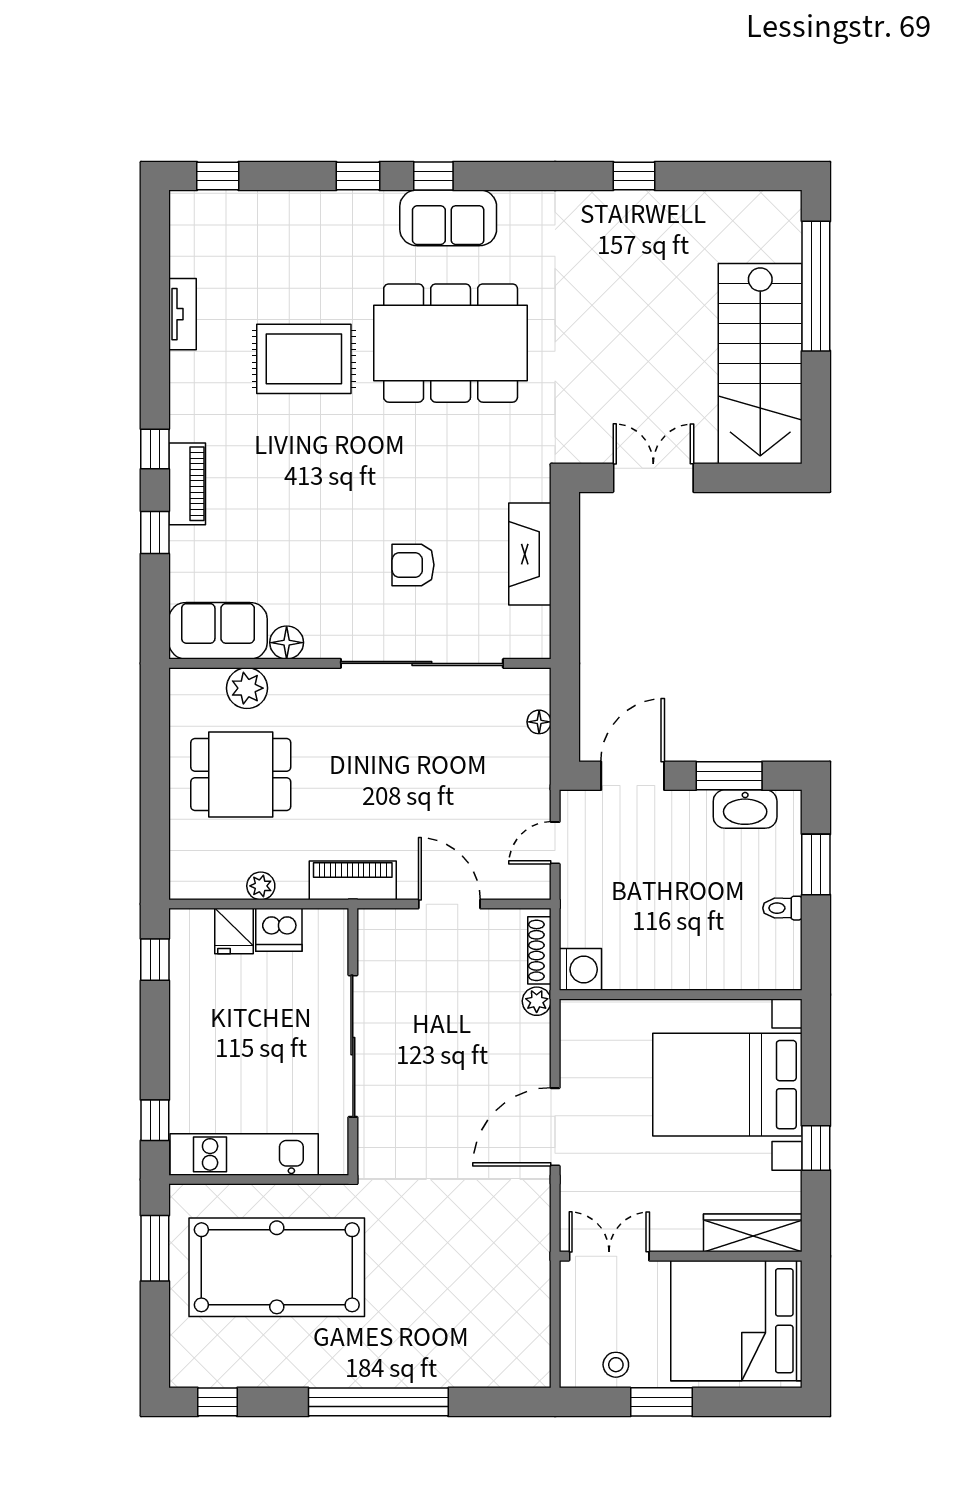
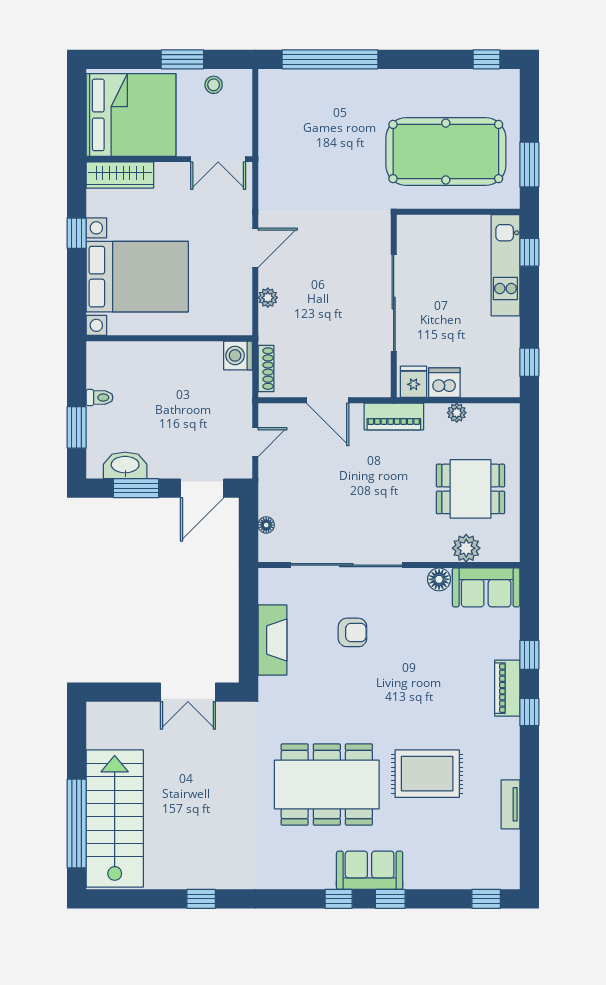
sofa: (448, 218) -> (370, 870), moved
stairs: (760, 364) -> (115, 819), moved
fridge: (234, 931) -> (414, 382), moved
plant: (537, 1001) -> (268, 298), moved
door: (555, 1127) -> (255, 248), width x0.73
kitchen unit: (244, 1154) -> (505, 265), moved, turned 90
window: (378, 1402) -> (330, 59), moved

